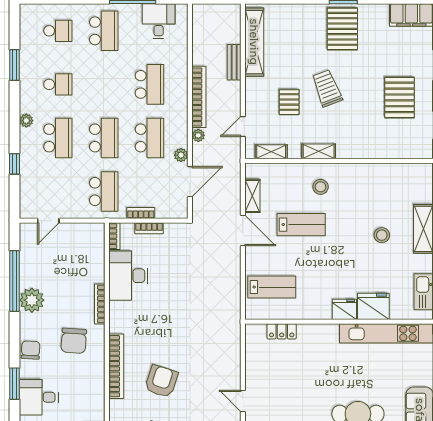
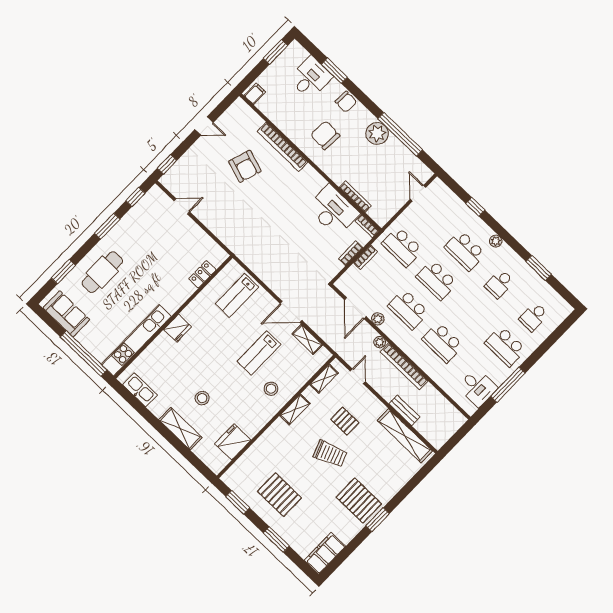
bookcase: (100, 304) -> (355, 197), moved
fridge: (373, 306) -> (233, 442), moved, turned 180

